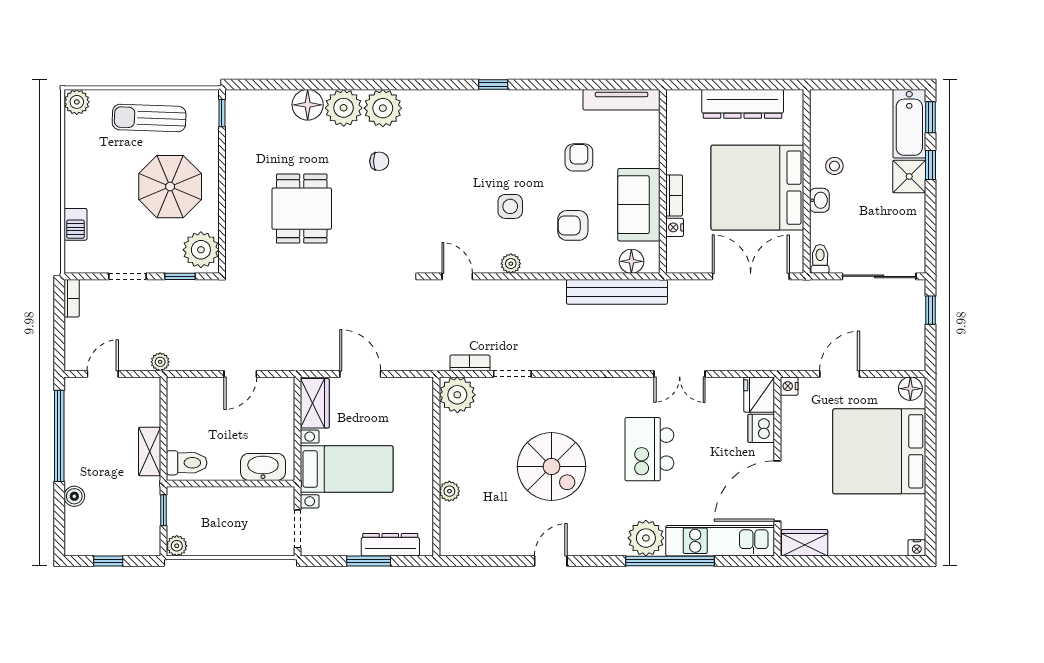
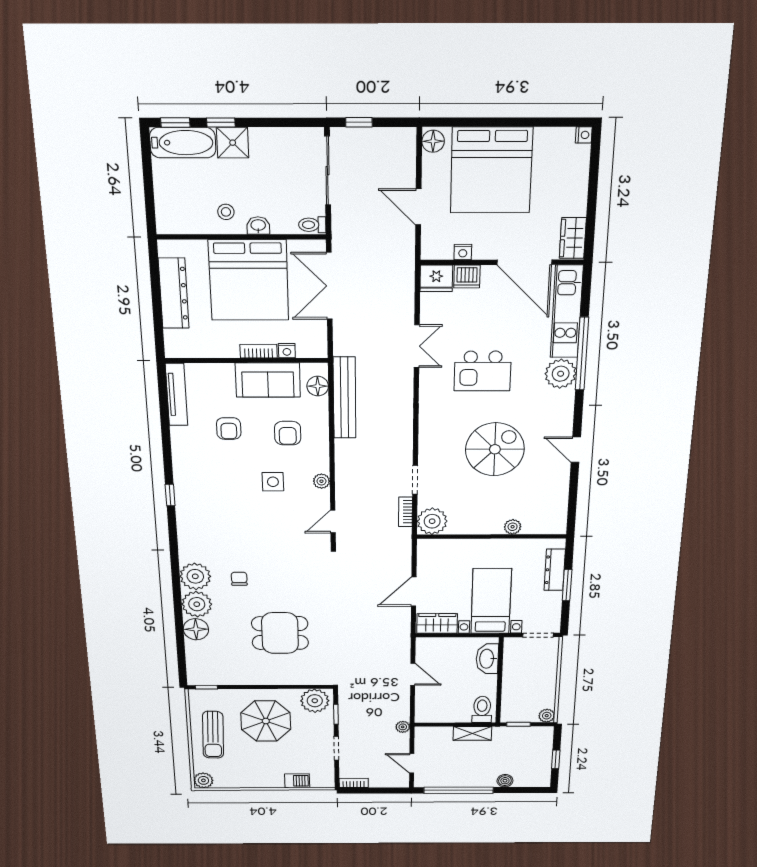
armchair: (579, 157) -> (229, 428), turned -90
nightstand: (789, 386) -> (463, 252), moved

